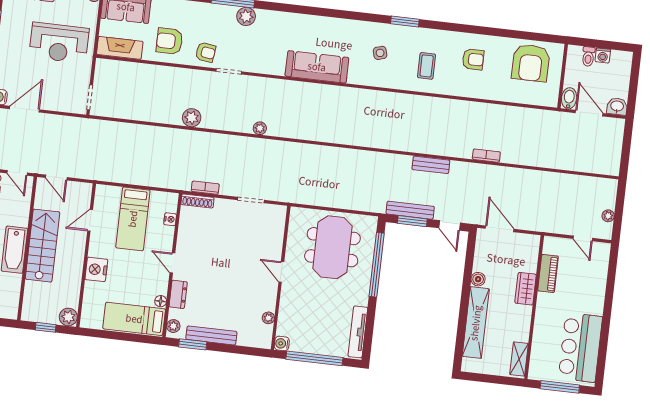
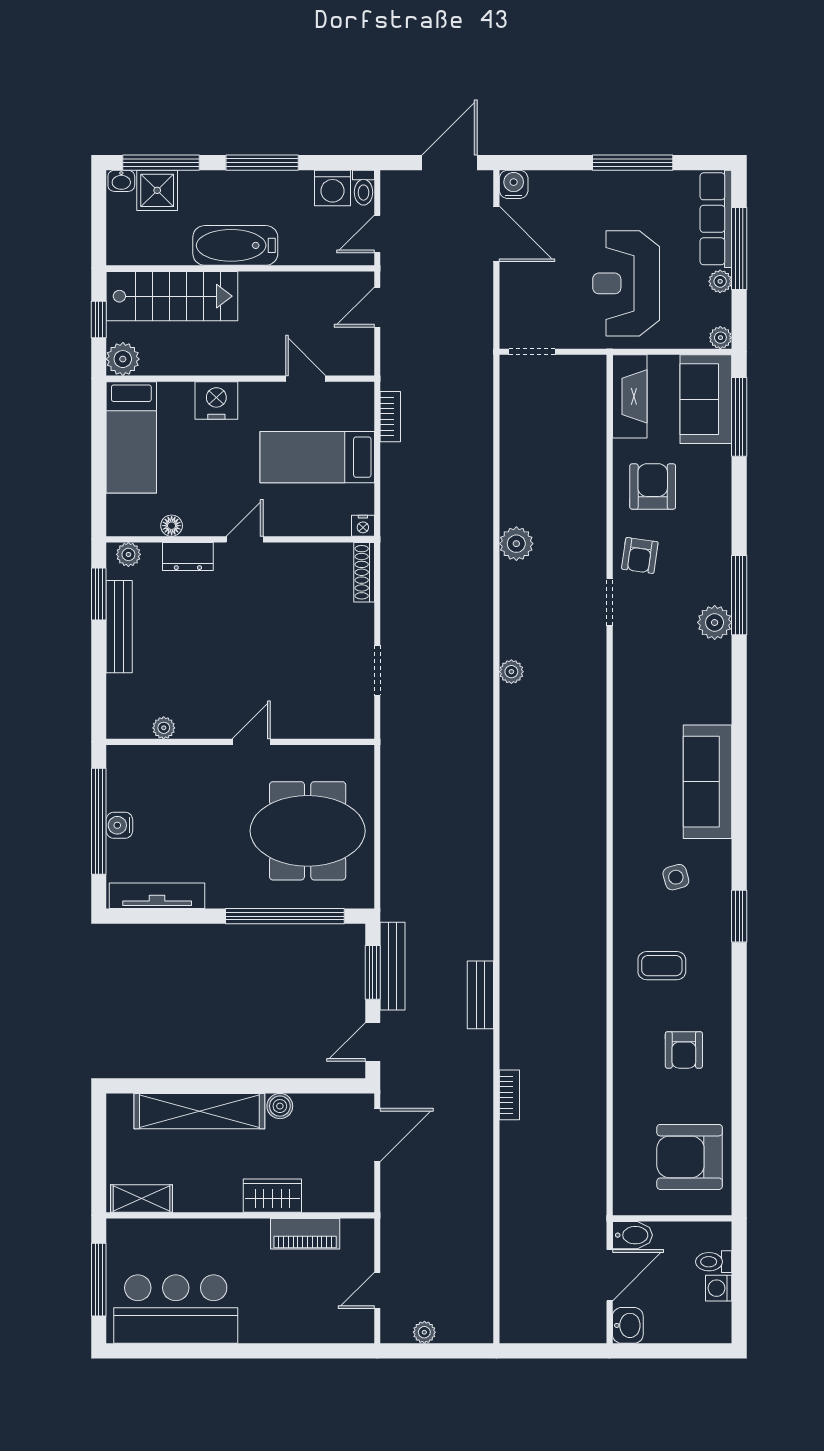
sofa: (317, 67) -> (707, 782), moved, turned 180
bookcase: (205, 188) -> (390, 417), moved
nightstand: (170, 219) -> (363, 526), moved
stairs: (42, 246) -> (172, 296), moved
bed: (134, 319) -> (131, 437), moved, turned 180
water cooler: (282, 343) -> (119, 825), moved, turned -90

